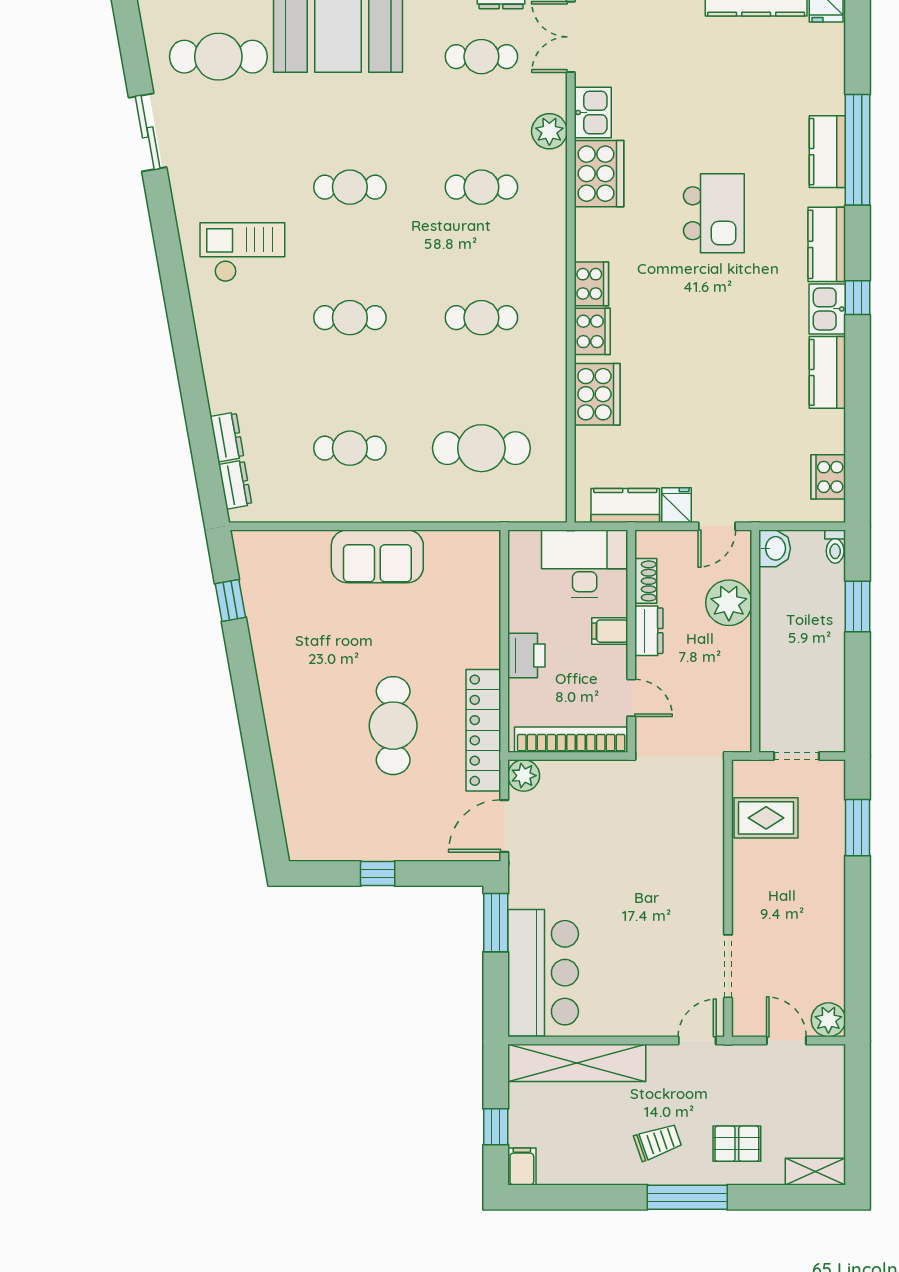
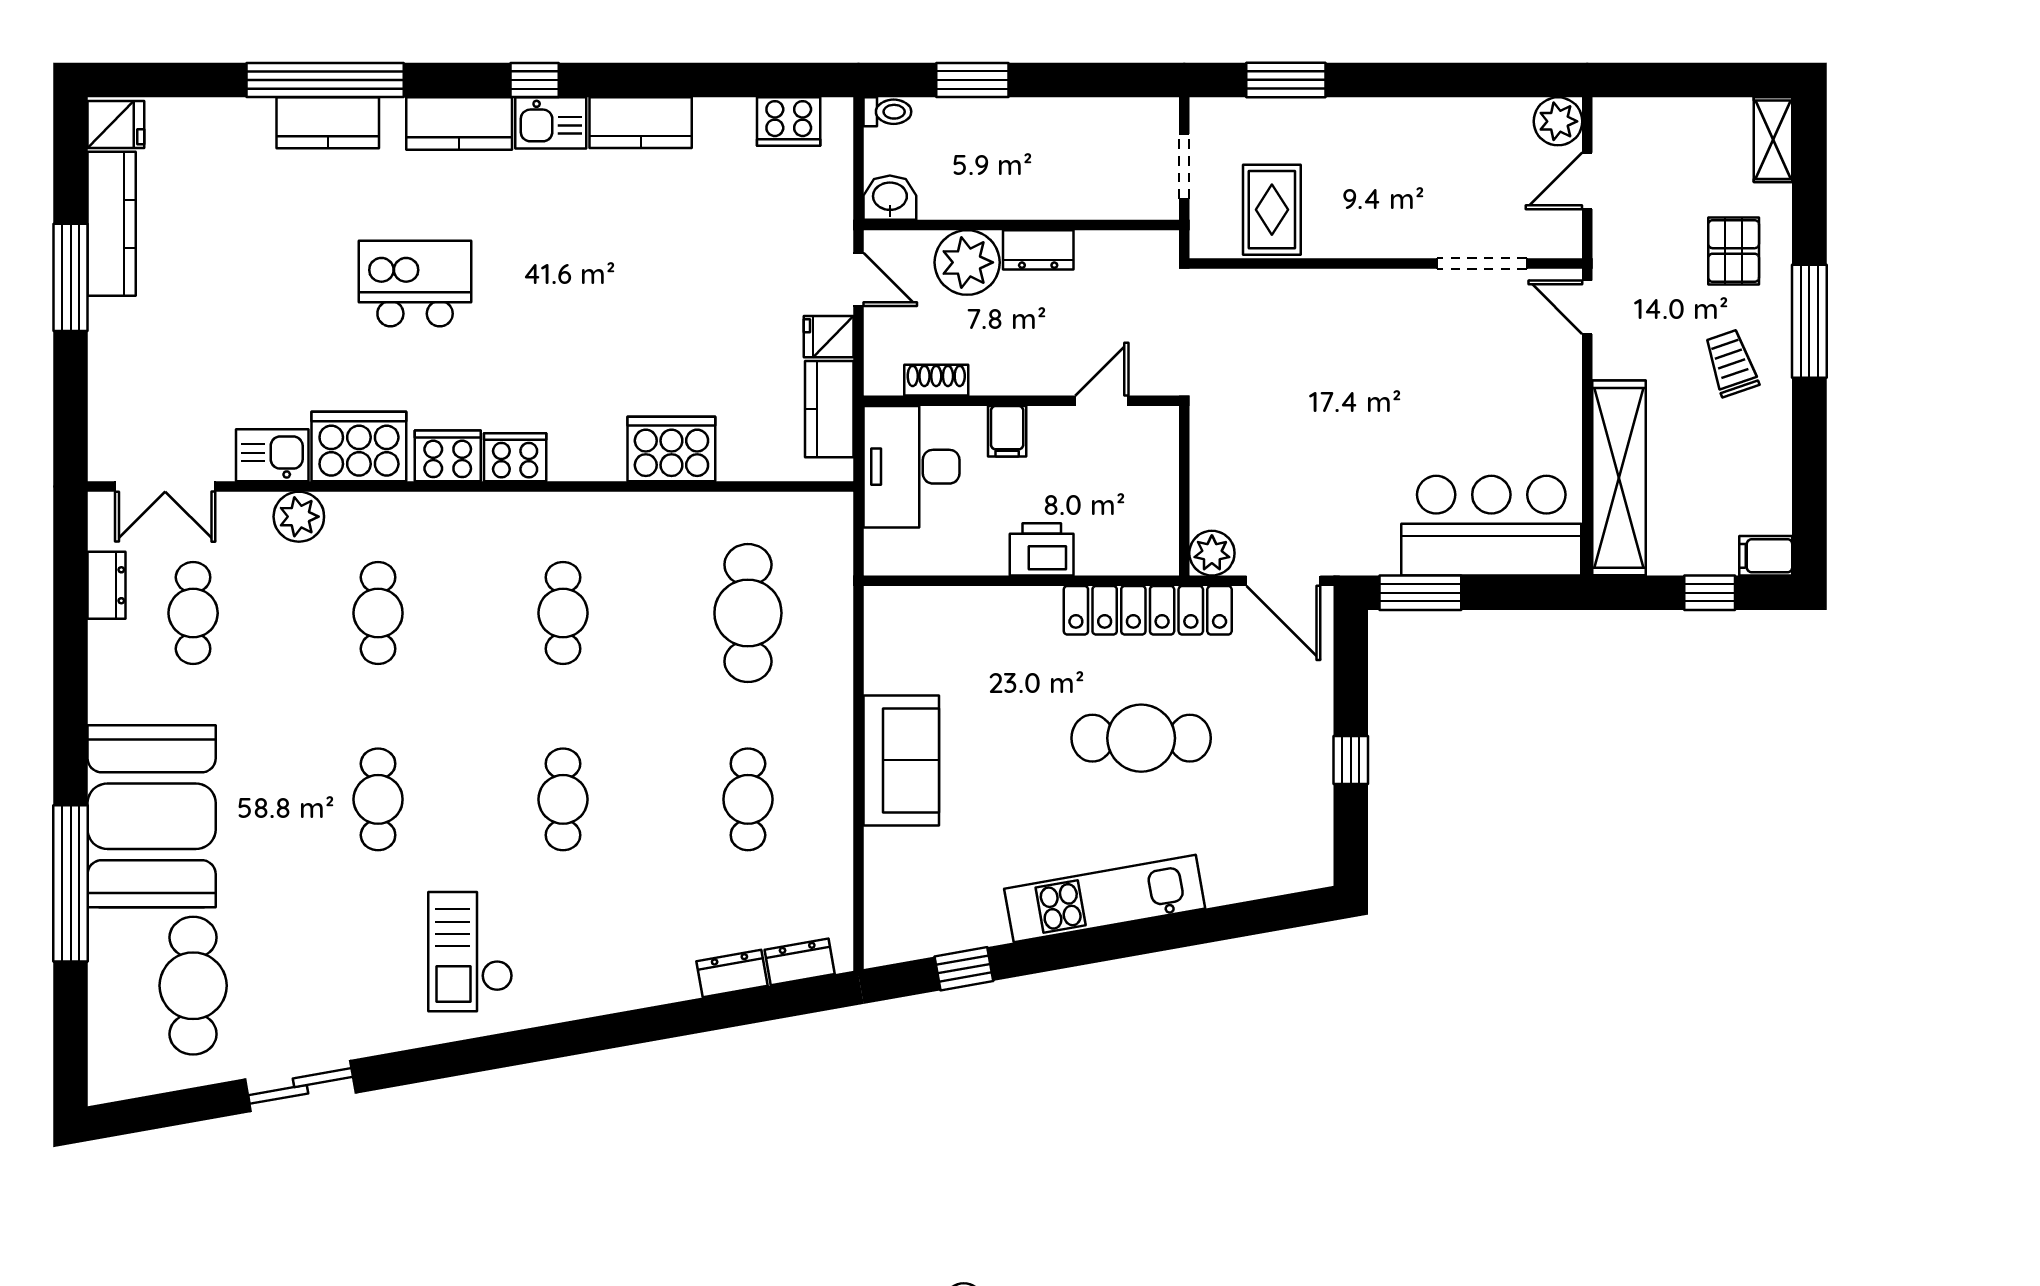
cooker: (592, 331) -> (448, 456), moved
dresser: (649, 631) -> (1038, 250), moved, turned 180
kitchen unit: (280, 700) -> (1105, 899), added
bookcase: (571, 740) -> (1161, 486), removed

